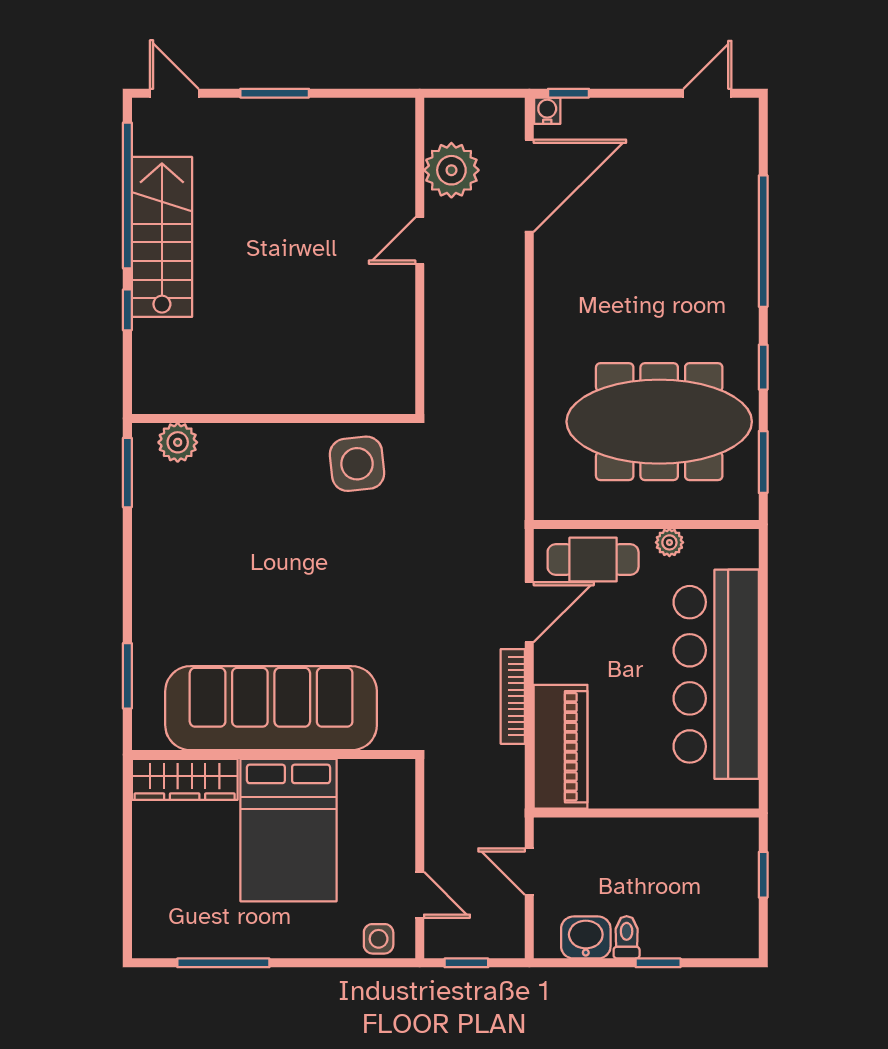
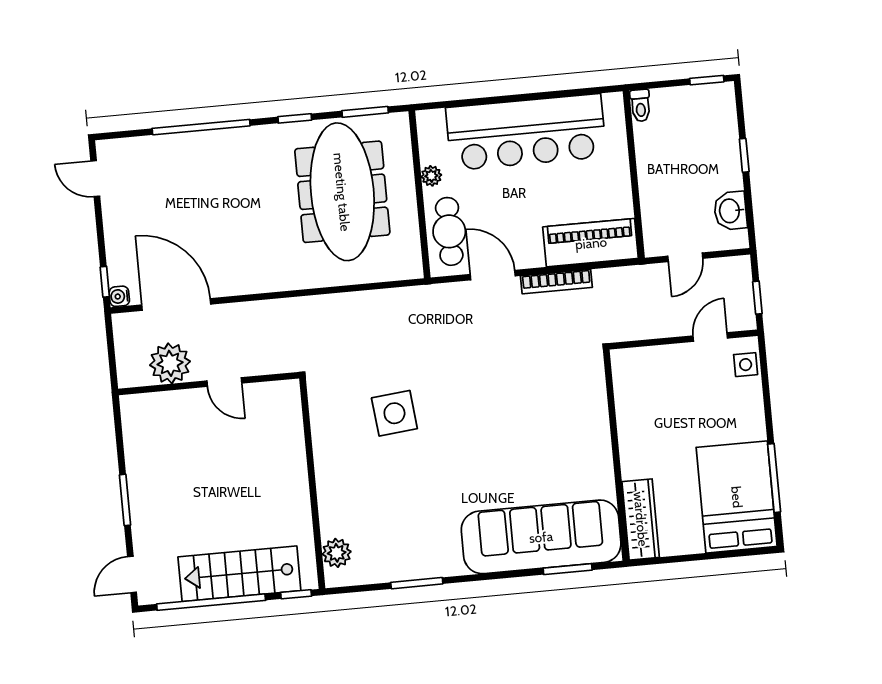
wall: (274, 418) -> (312, 483), moved
plant: (178, 442) -> (337, 553), moved
sofa: (271, 708) -> (541, 537), moved, turned 90
bed: (288, 830) -> (737, 497), moved, turned -90
window: (763, 875) -> (707, 80), moved
toilet: (627, 937) -> (640, 105), moved, turned -90

